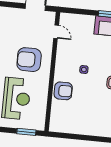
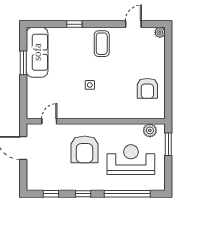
armchair: (63, 91) -> (147, 88), moved, turned 180
plant: (40, 117) -> (150, 130), added

